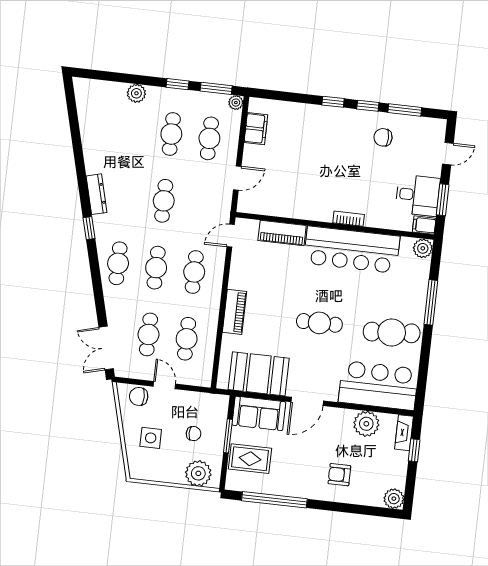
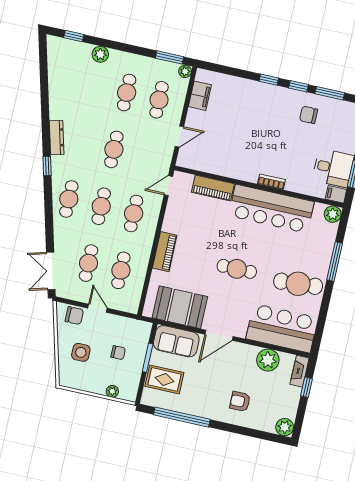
window: (177, 84) -> (74, 36), moved
chair: (139, 396) -> (74, 316), turned 180
plant: (198, 473) -> (112, 391), width x0.53, depth x0.53

